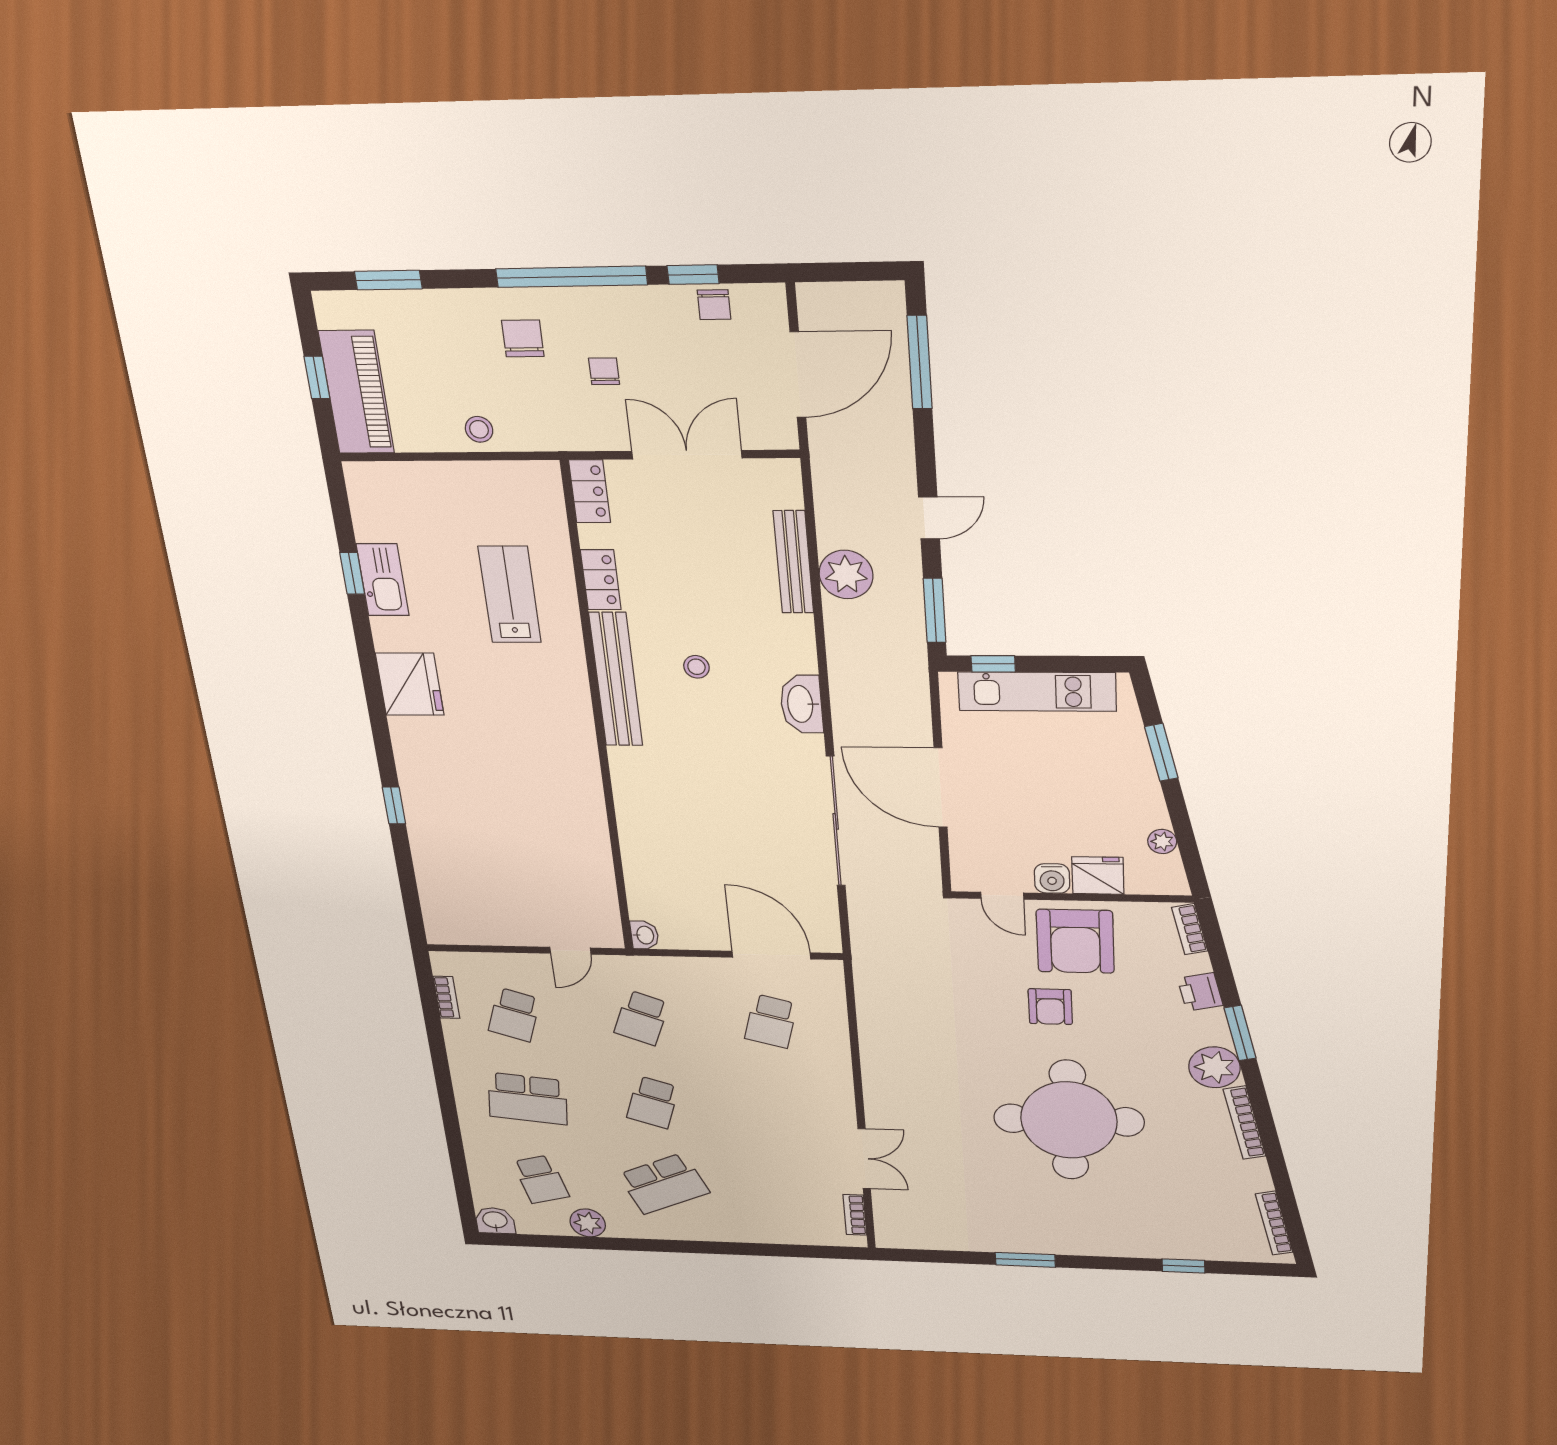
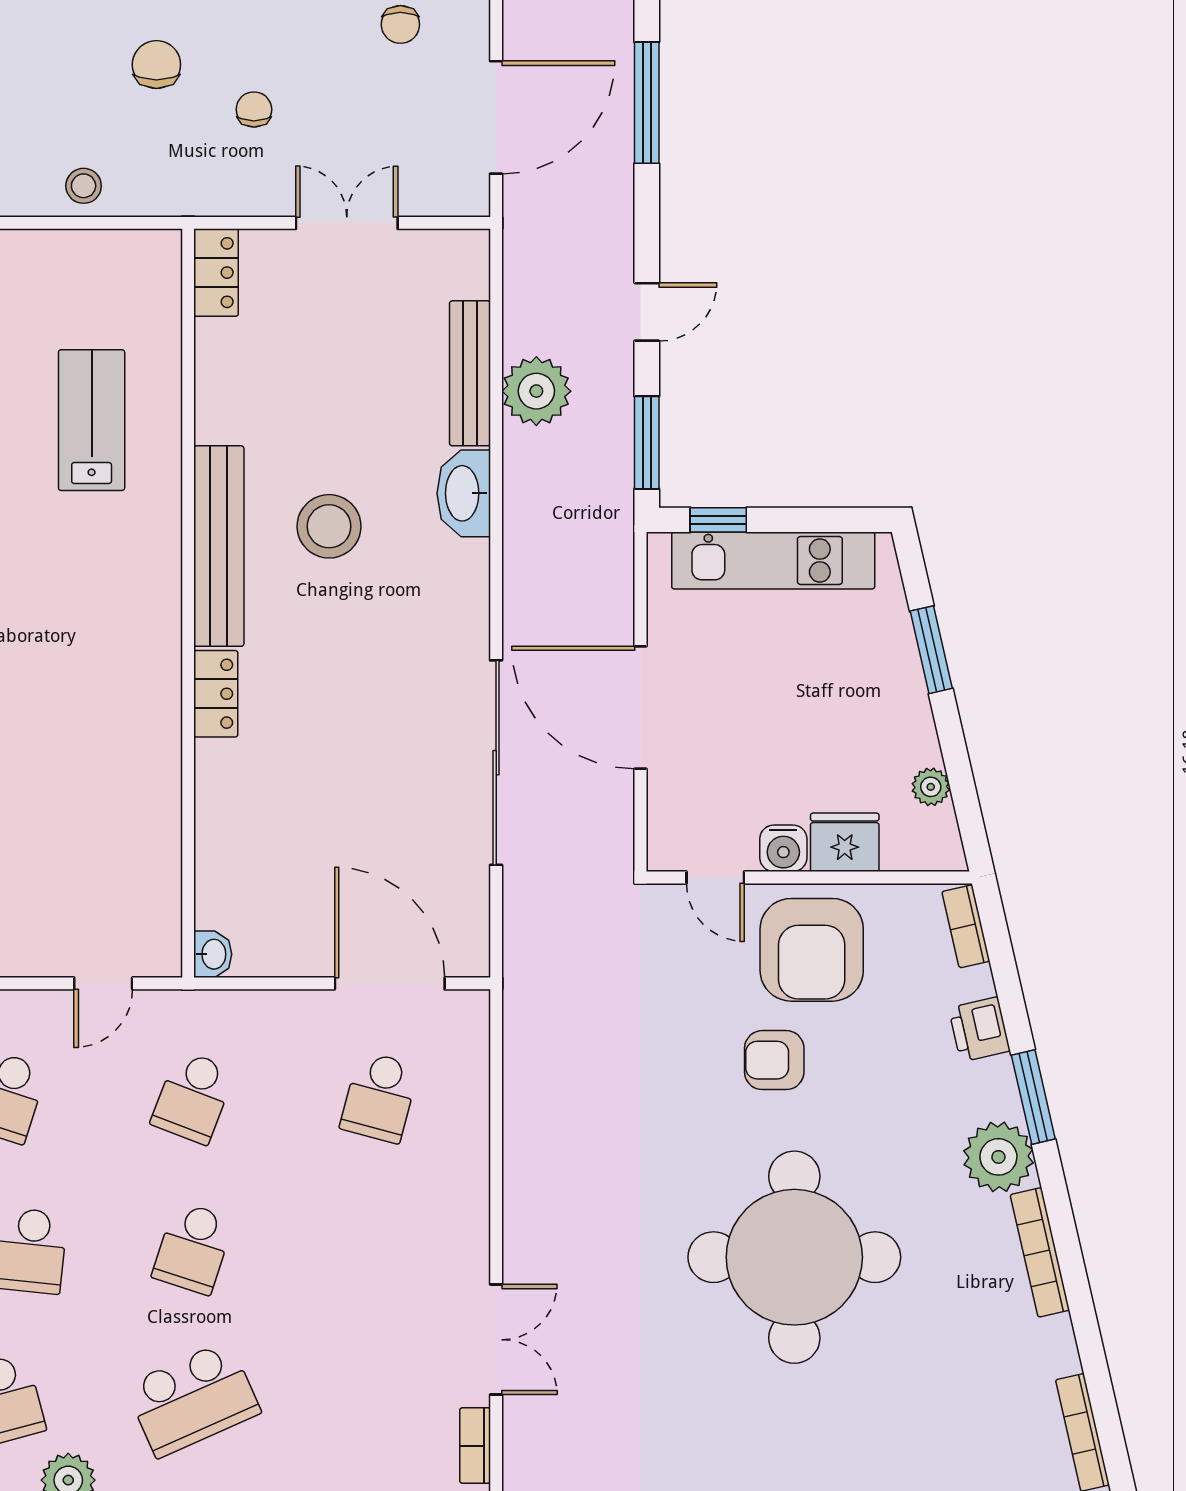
double door: (687, 455) -> (347, 223), width x0.73
locker: (601, 580) -> (216, 694), moved
stool: (696, 667) -> (329, 526), width x1.89, depth x1.89
washbasin: (801, 704) -> (464, 493), moved
armchair: (1050, 1007) -> (774, 1060), turned 90

